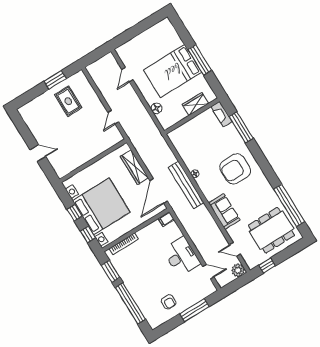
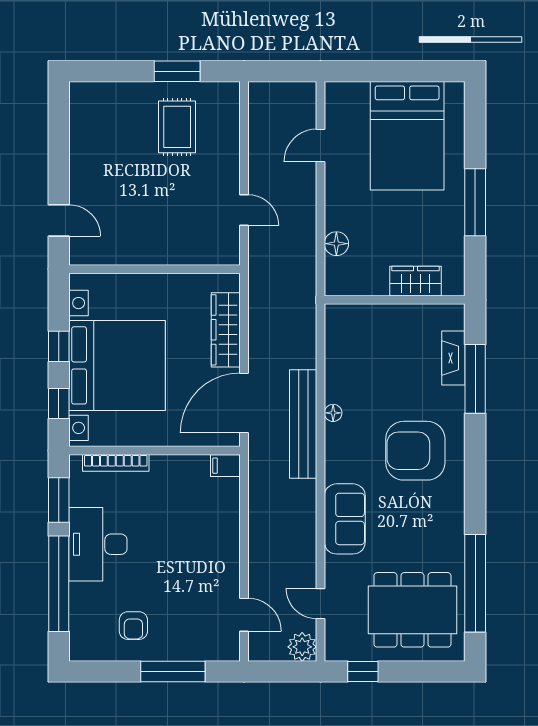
bed: (173, 71) -> (407, 136), moved, turned -90
fireplace: (222, 114) -> (453, 358), moved
door: (113, 117) -> (244, 210), swing flipped
door: (38, 153) -> (59, 220), moved
desk: (182, 256) -> (98, 544), moved, turned 180

